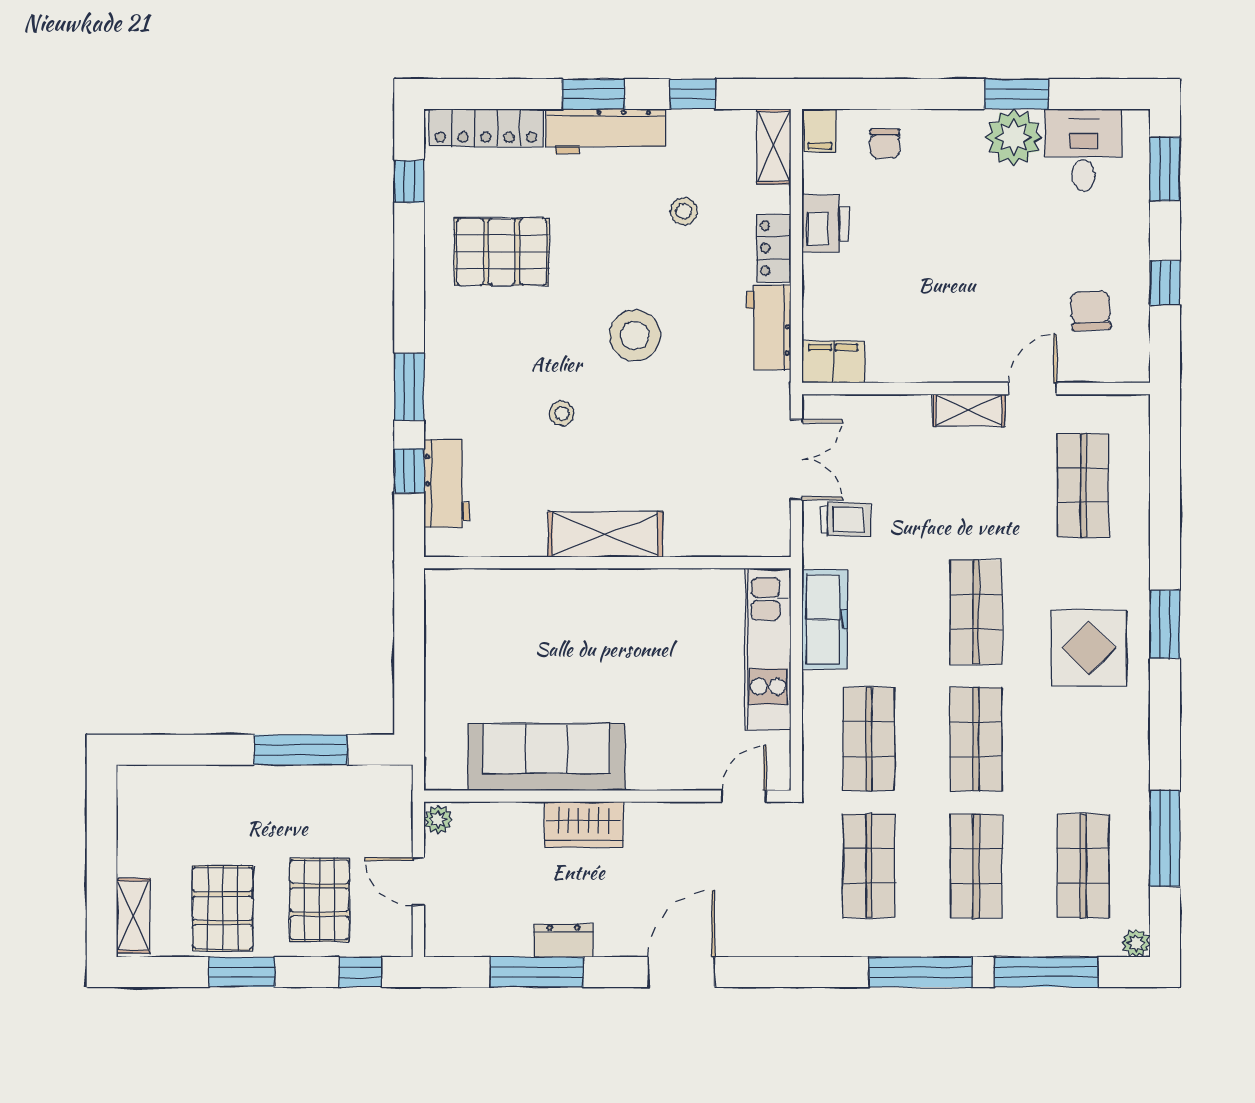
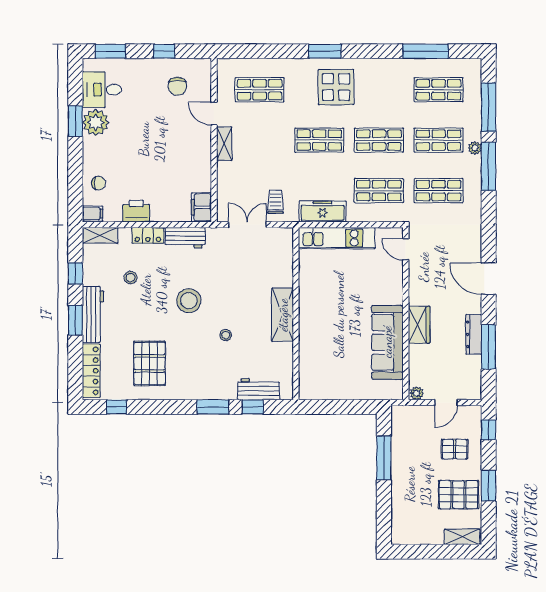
chair: (1091, 311) -> (177, 86), turned -87
pallet: (320, 900) -> (455, 449), width x0.67, depth x0.71
dresser: (563, 941) -> (474, 334), width x1.44
plant: (1136, 943) -> (475, 148), moved

